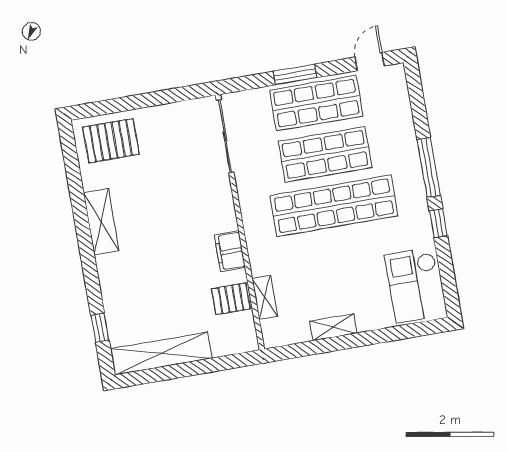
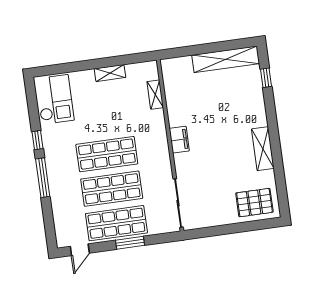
shop shelf: (334, 206) -> (107, 154), width x0.71
filing cabinet: (230, 251) -> (179, 140), moved
pallet: (231, 299) -> (178, 94), removed

